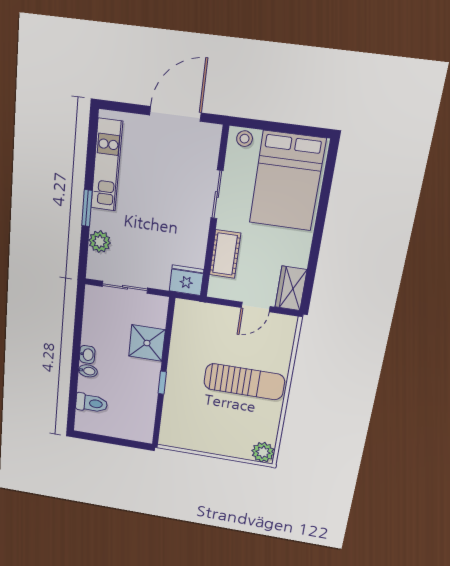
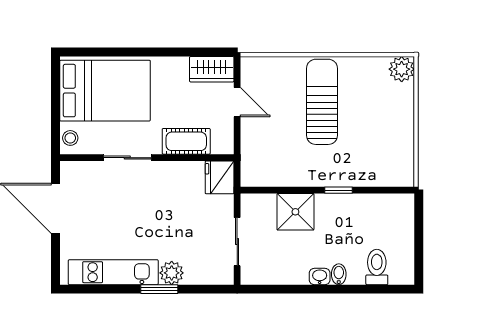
plant: (100, 242) -> (172, 273), moved

